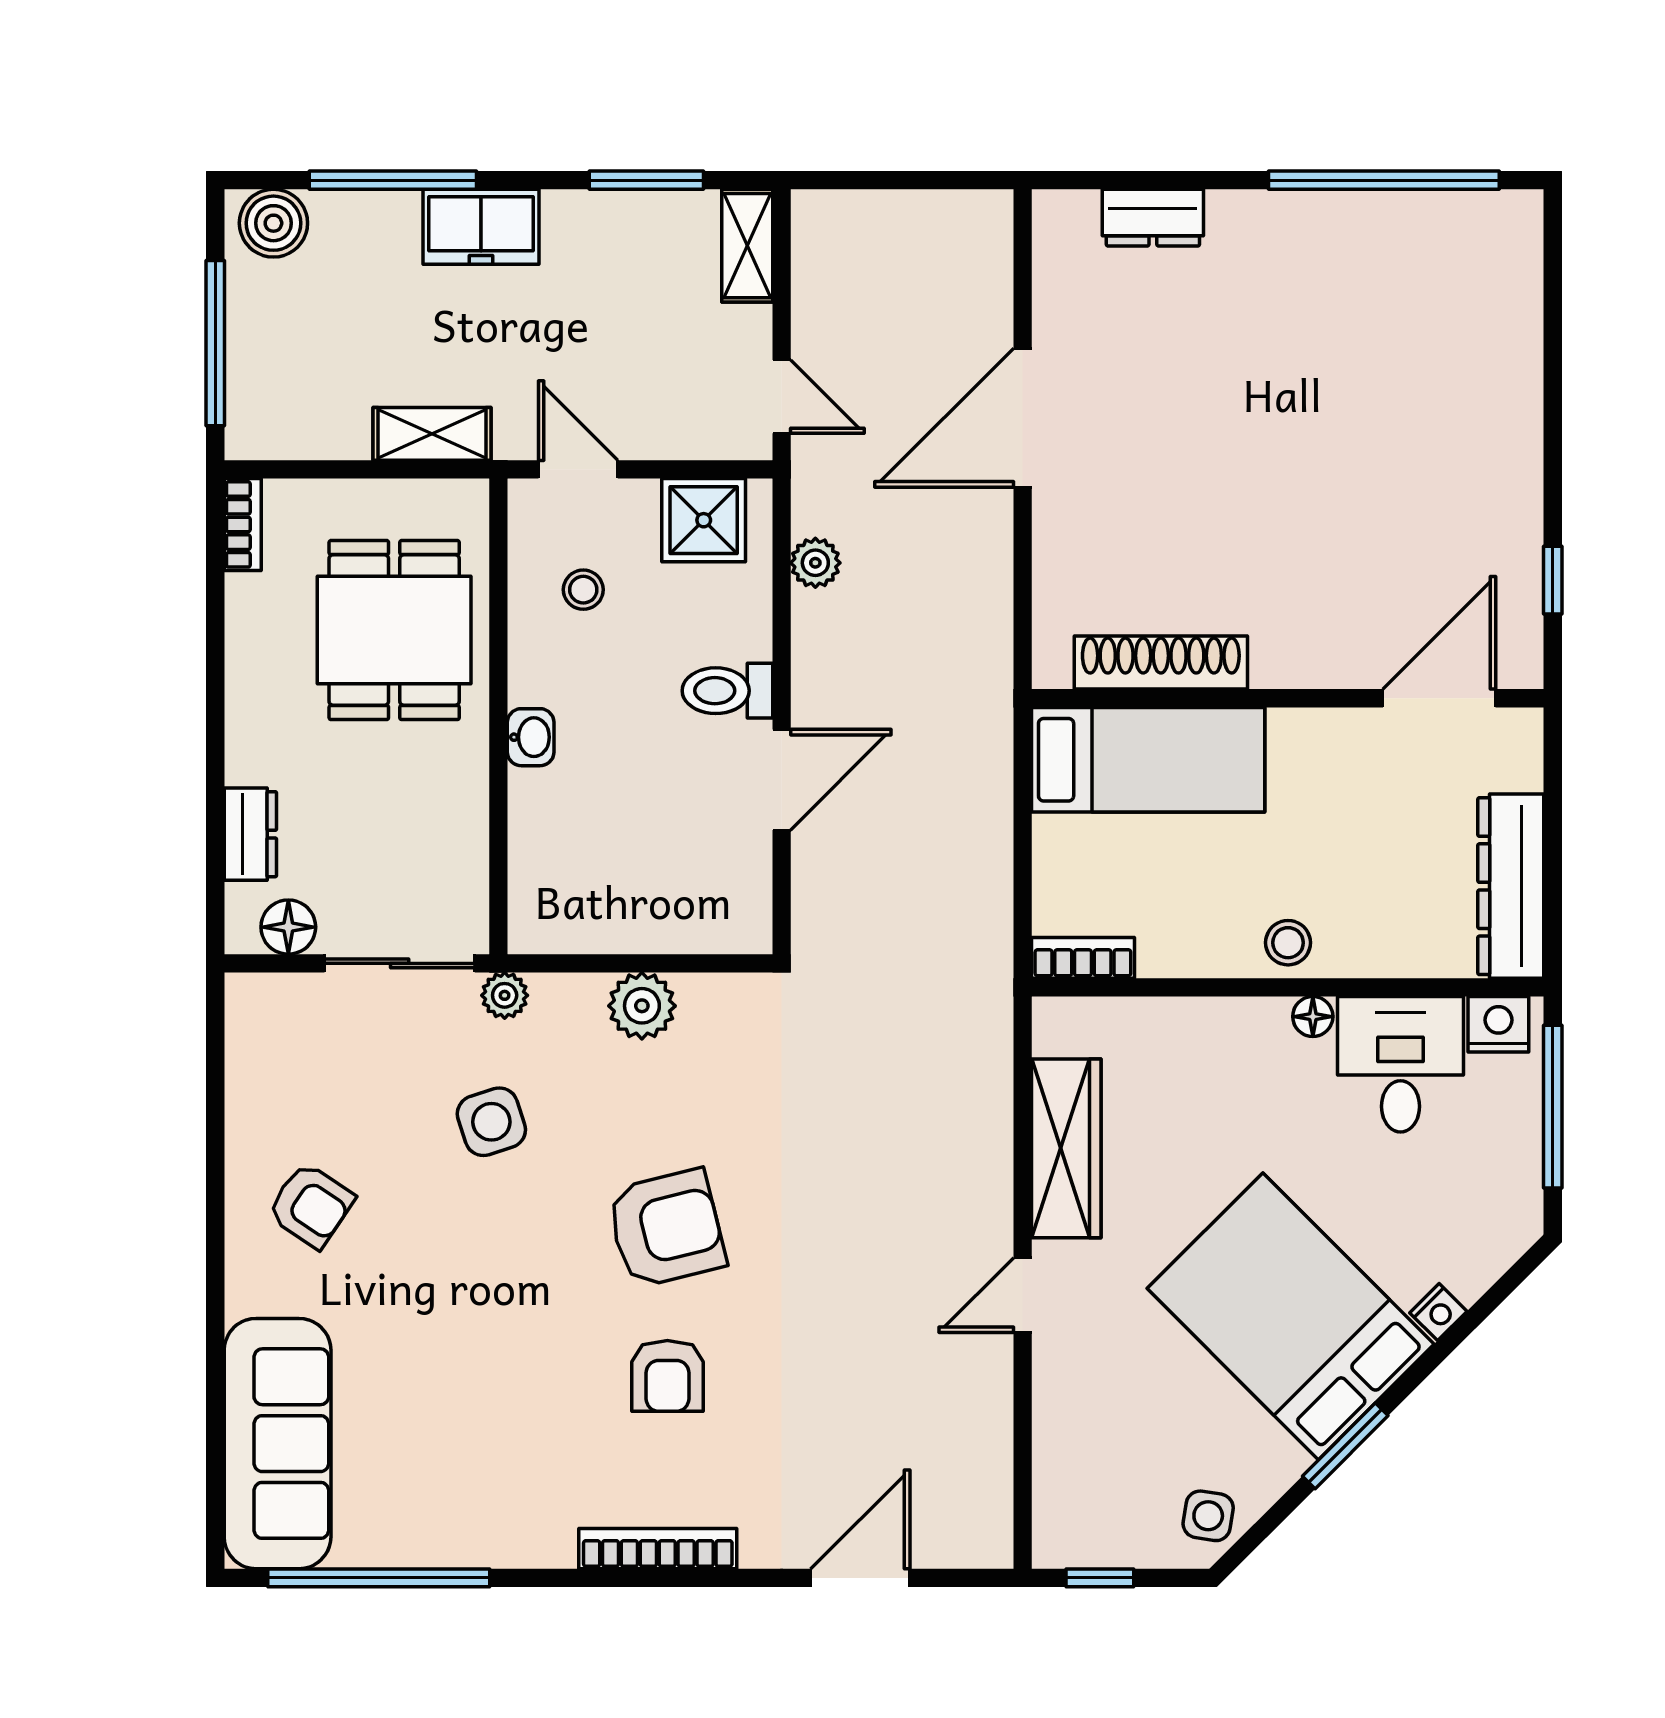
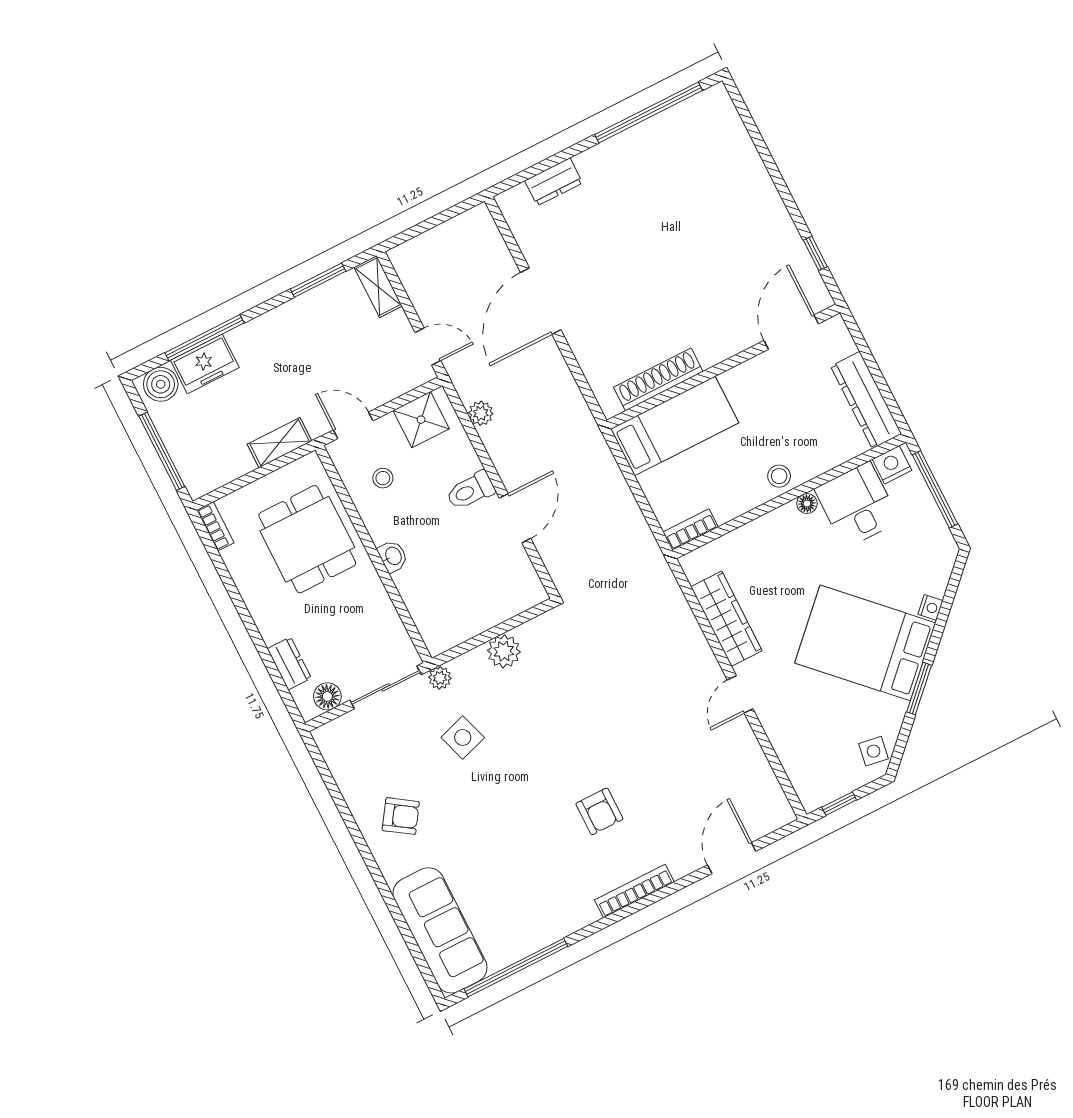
freezer: (481, 227) -> (205, 364), moved
armchair: (666, 1229) -> (565, 746), removed

